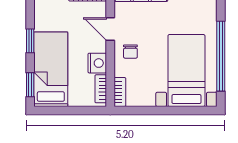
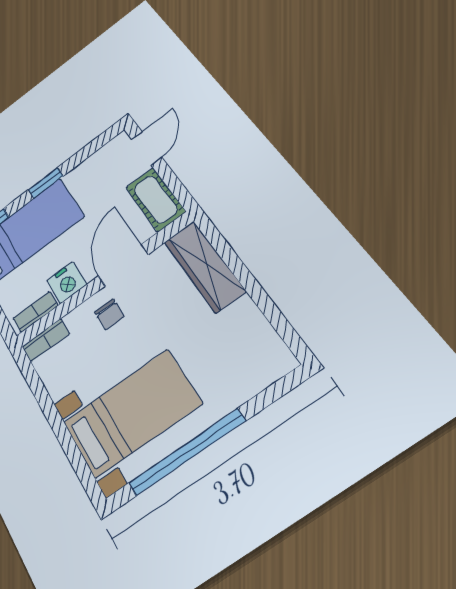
door: (110, 29) -> (123, 265), width x1.38
chair: (130, 52) -> (109, 314), turned -90

